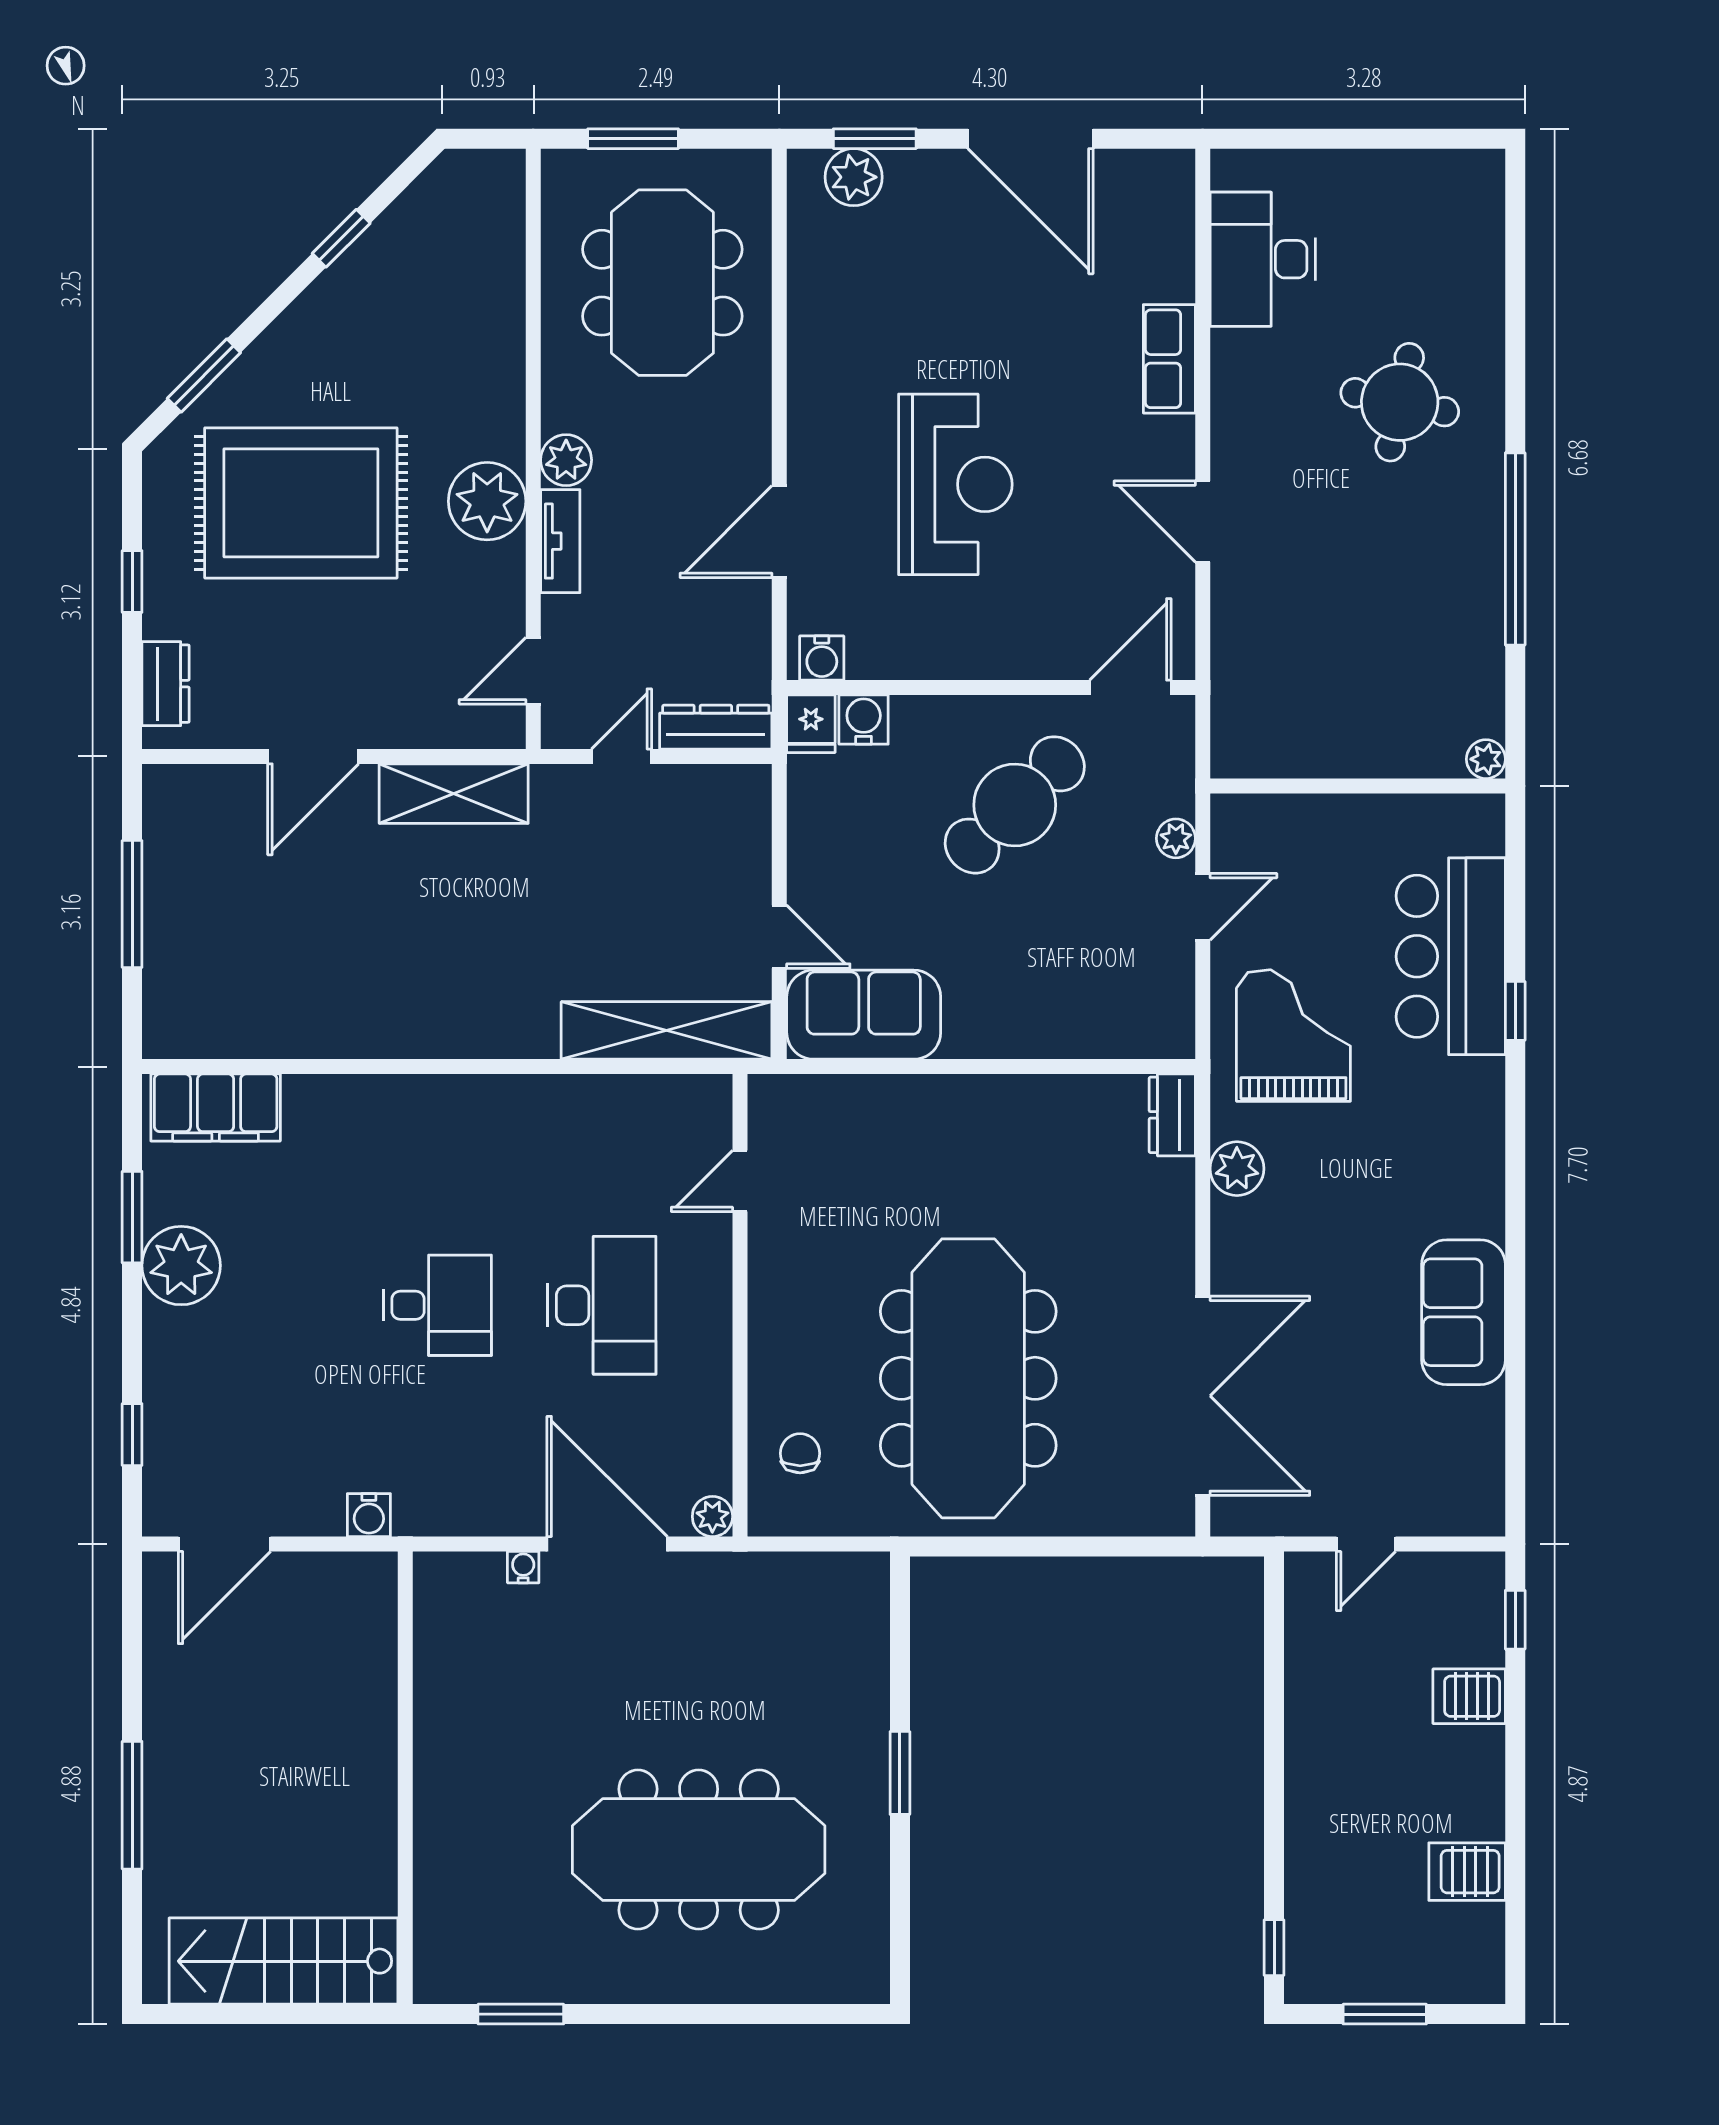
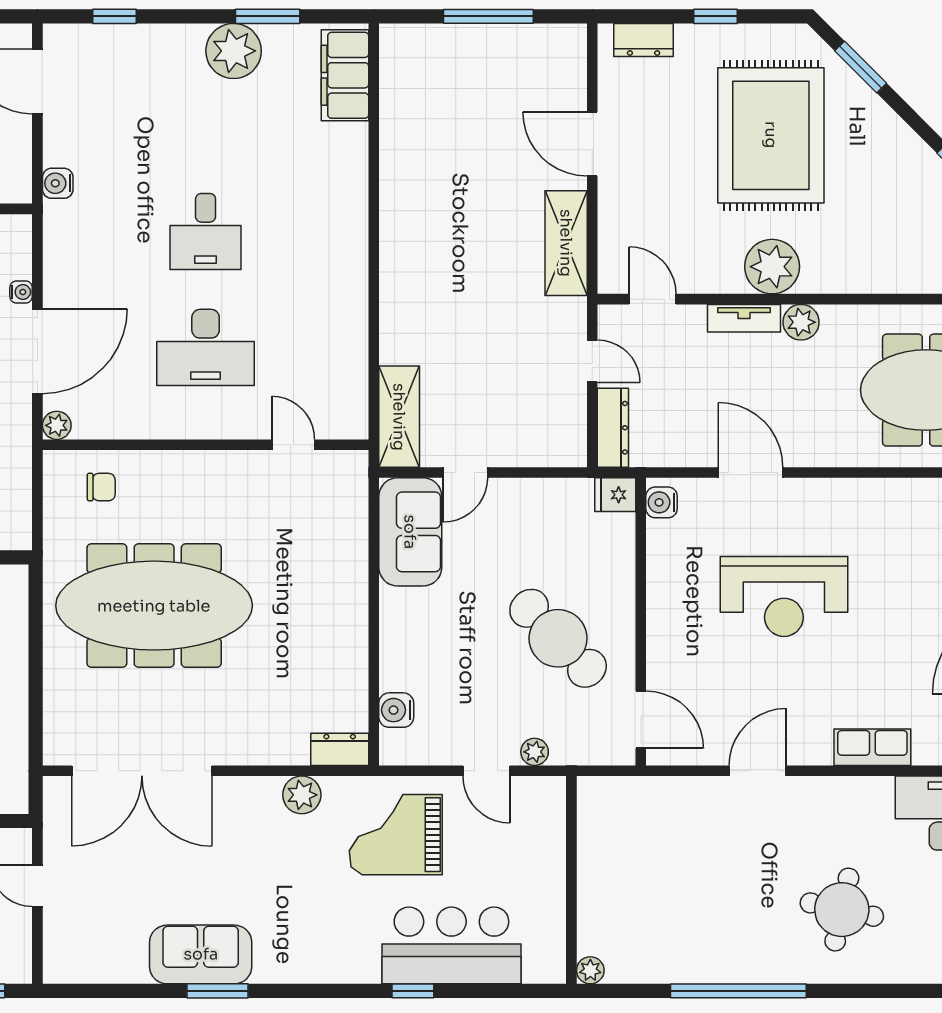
water cooler: (864, 720) -> (396, 710), moved, turned 180
shelving: (667, 1030) -> (399, 417), width x0.68
grand piano: (1293, 1035) -> (396, 835), turned 180
window: (1515, 1288) -> (218, 991), added

